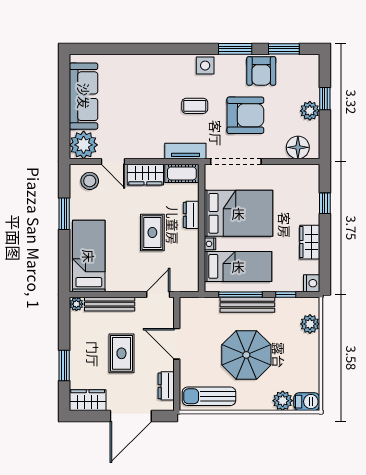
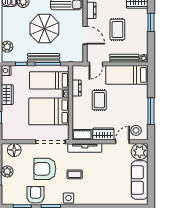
tv unit: (185, 151) -> (85, 148), width x1.41
door: (113, 162) -> (122, 142), hinge flipped
window: (64, 214) -> (151, 111), width x1.44
dresser: (191, 215) -> (77, 88), moved
bed: (89, 256) -> (127, 75), moved, turned 90

